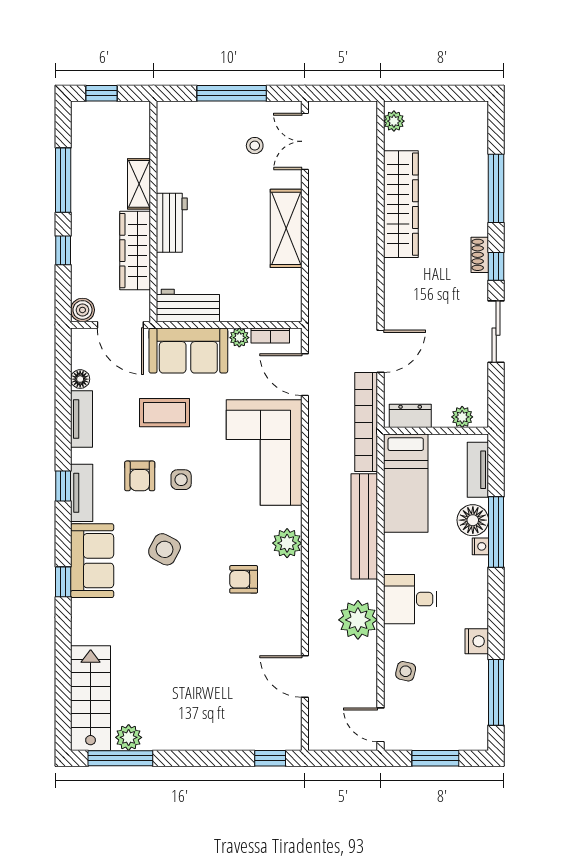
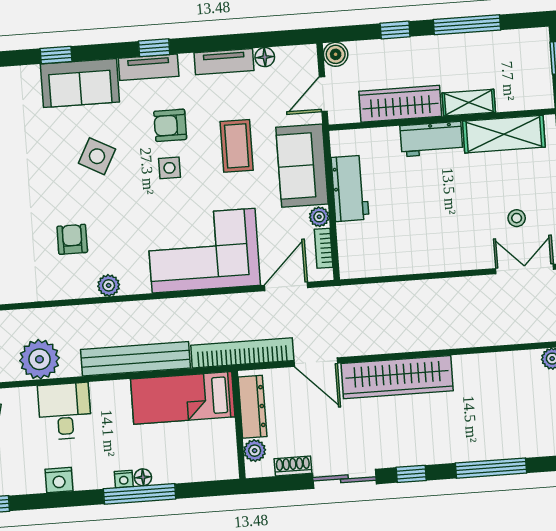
wardrobe: (401, 204) -> (397, 377), moved
shelving: (286, 228) -> (504, 134), moved
shoe rack: (480, 255) -> (293, 466), moved
workbench: (188, 306) -> (350, 188), moved
door: (120, 325) -> (323, 94), width x0.73
dresser: (410, 416) -> (252, 407), width x1.44
tv unit: (478, 470) -> (202, 471), removed
floor lamp: (473, 520) -> (143, 477), width x0.53, depth x0.53
plant: (287, 543) -> (109, 285), width x0.73, depth x0.73
nightstand: (477, 641) -> (59, 480), moved

